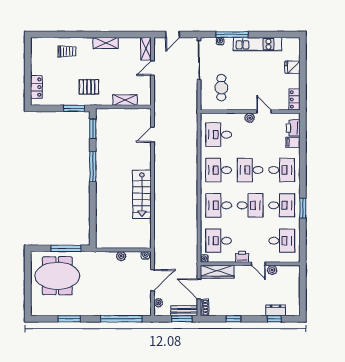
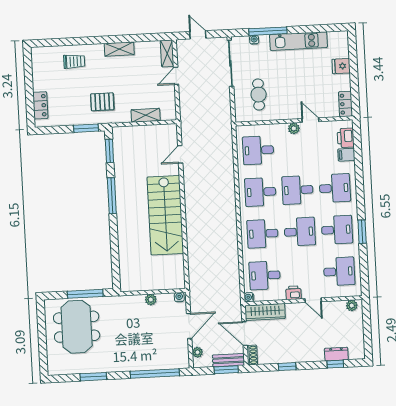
door: (173, 34) -> (198, 35), swing flipped
stairs: (142, 194) -> (165, 215), width x1.36, depth x1.51
plant: (272, 270) -> (352, 305), moved
meeting table: (57, 276) -> (77, 327), turned 90

